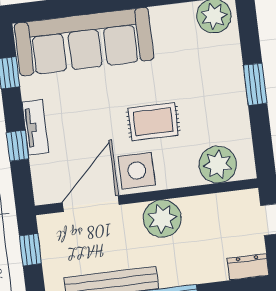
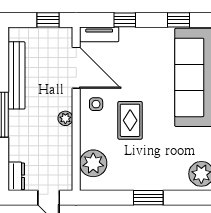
tv unit: (35, 127) -> (99, 34), moved
side table: (137, 171) -> (96, 104), width x0.54, depth x0.54
plant: (162, 219) -> (65, 118), width x0.53, depth x0.53

